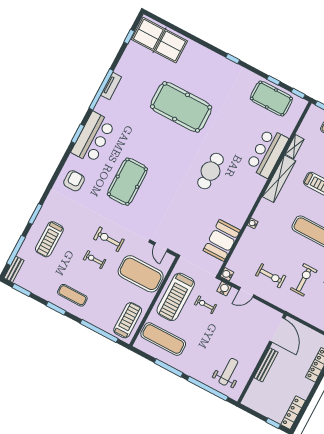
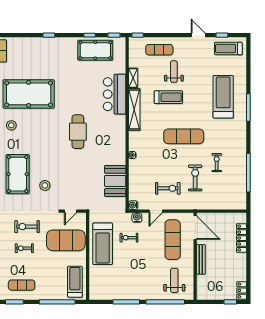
stool: (147, 129) -> (11, 125), added
stool: (149, 208) -> (45, 185), added
door: (161, 247) -> (71, 211), hinge flipped
exercise mat: (163, 339) -> (173, 240), moved, turned 90
locker: (293, 413) -> (242, 290), width x0.66

